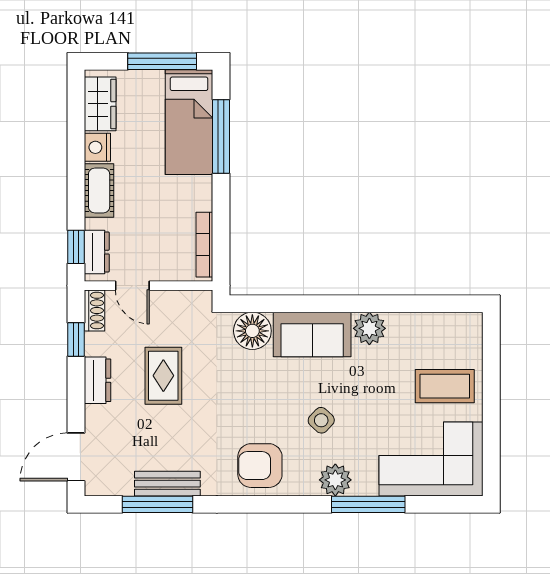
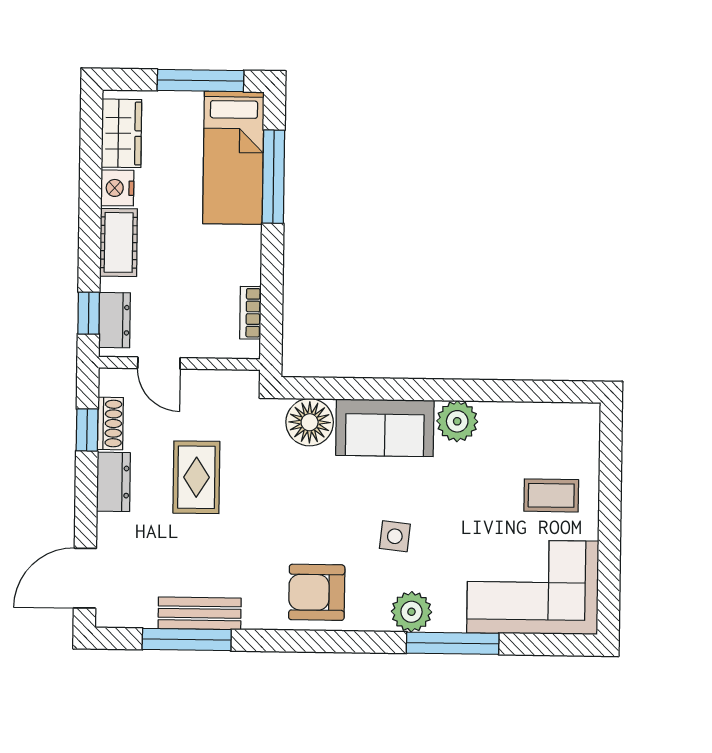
bookcase: (204, 245) -> (250, 313), width x0.64
shoe rack: (95, 310) -> (110, 423), moved
coffee table: (445, 386) -> (551, 495), width x0.73, depth x0.77
side table: (321, 420) -> (395, 536), turned -37

